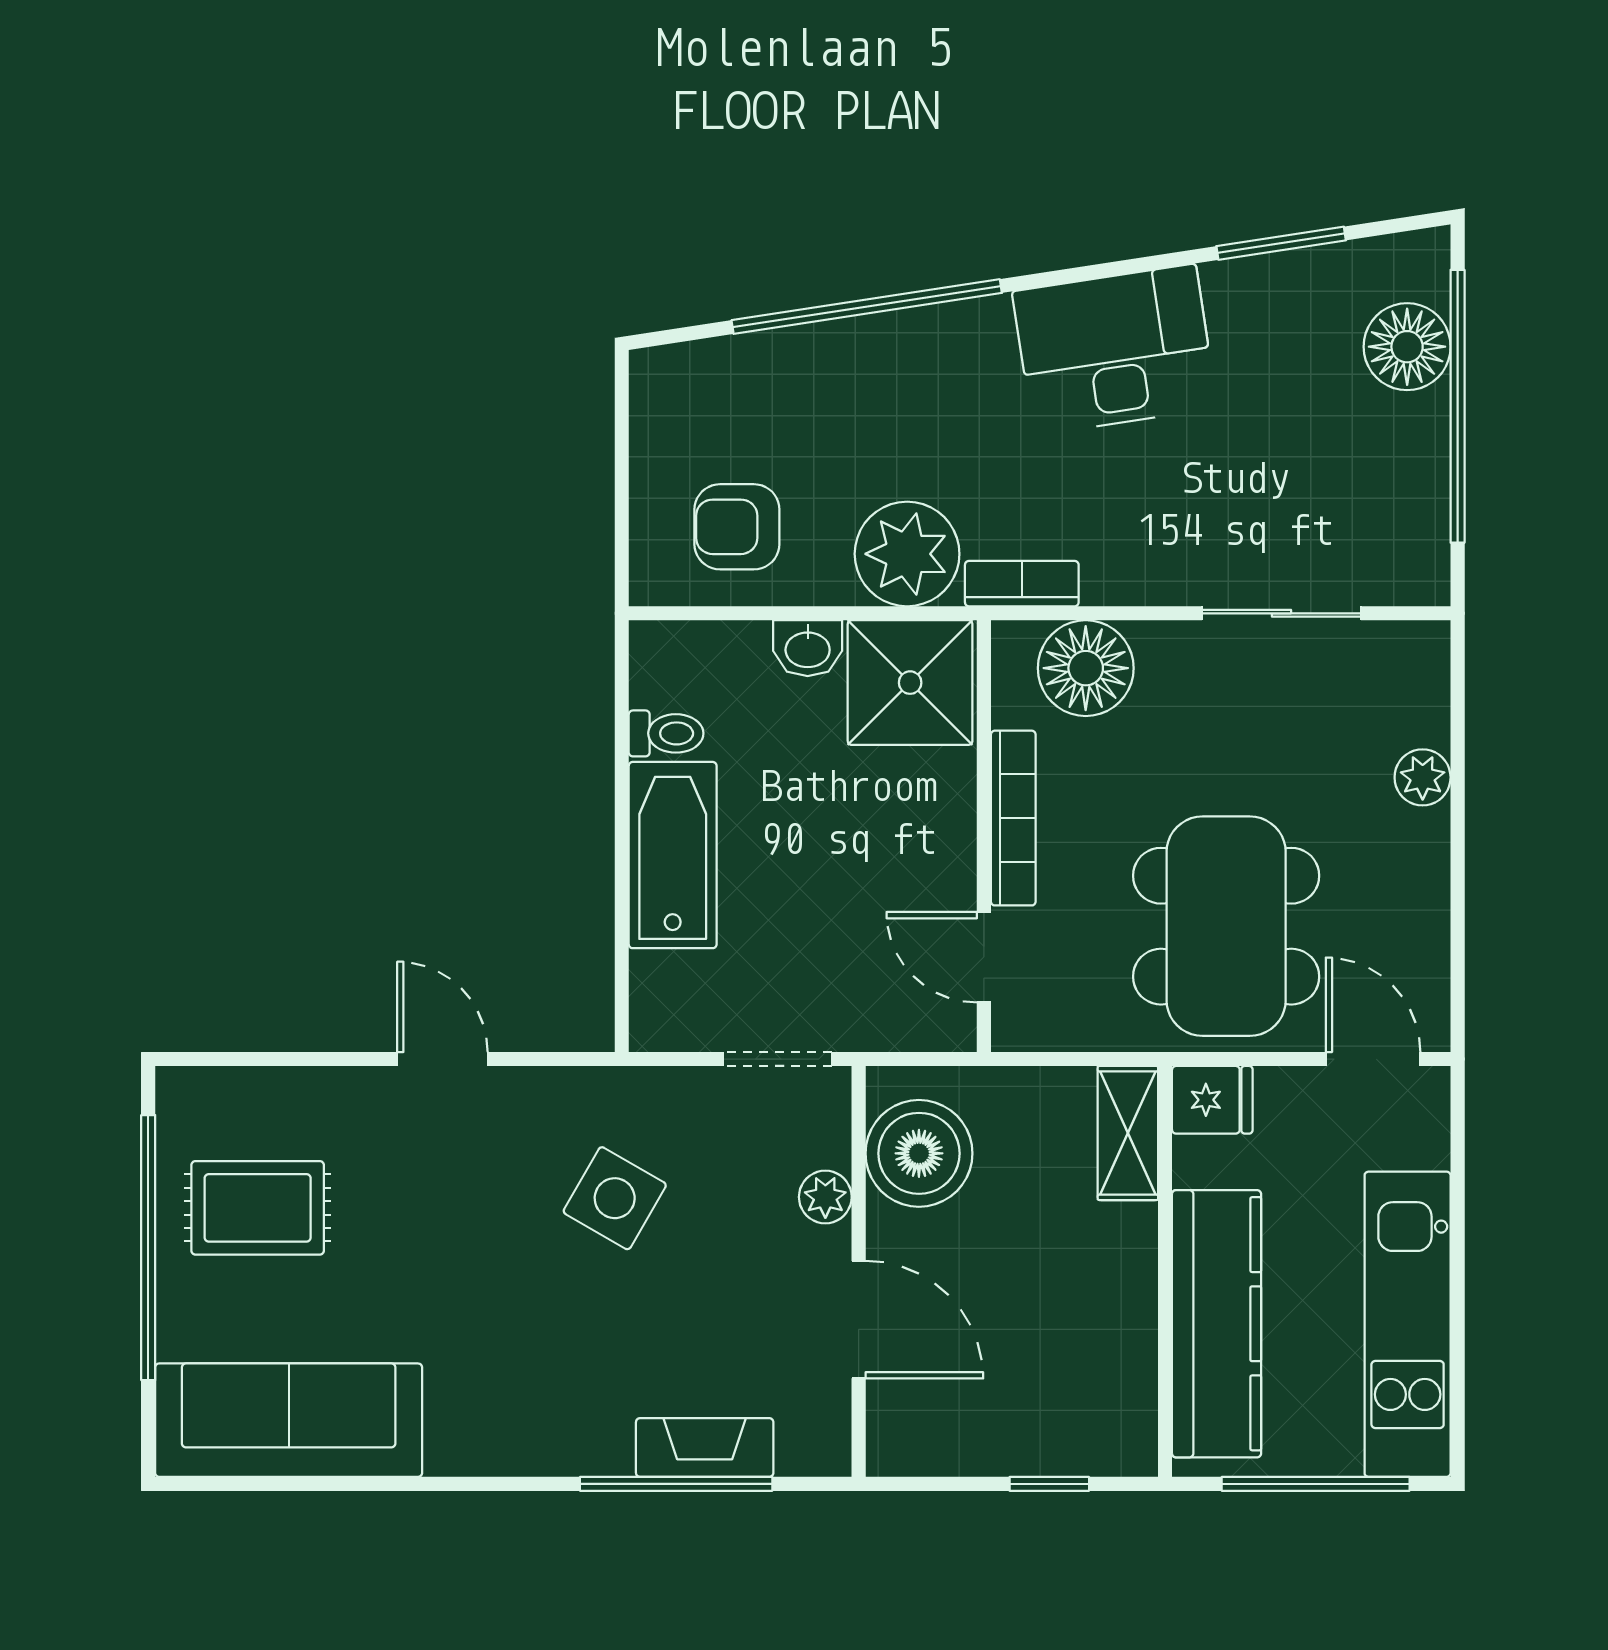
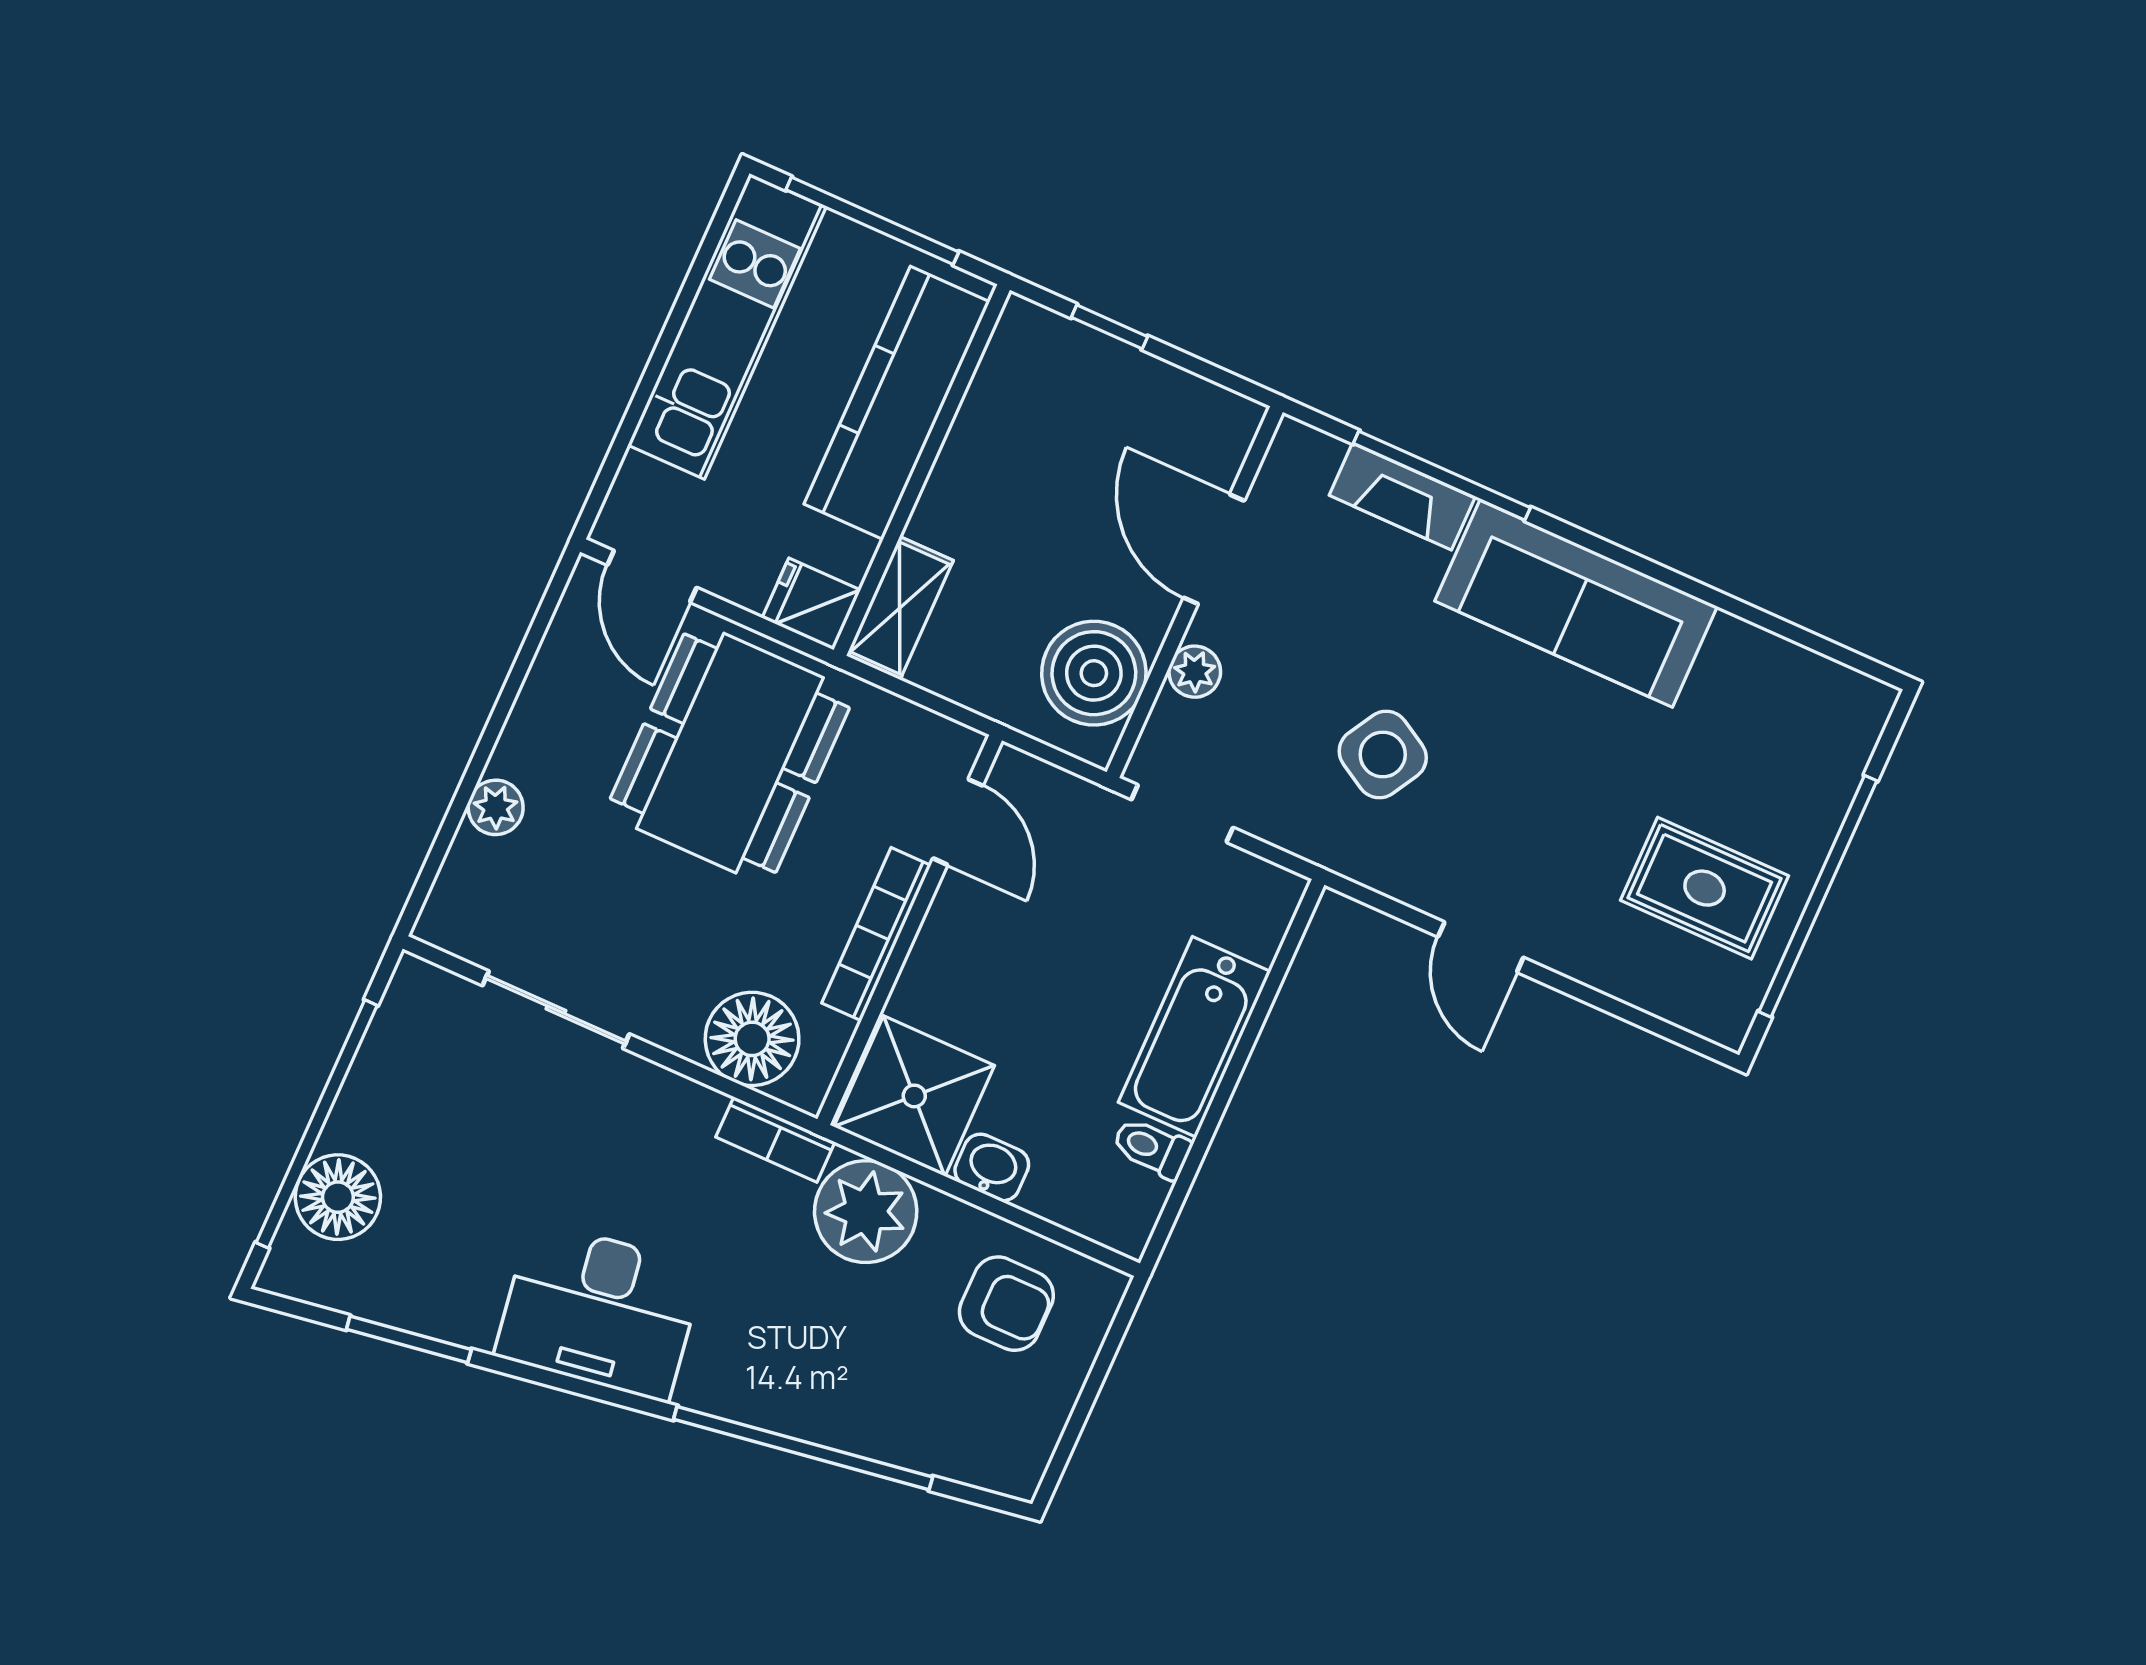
sofa: (289, 1420) -> (1576, 604), moved

